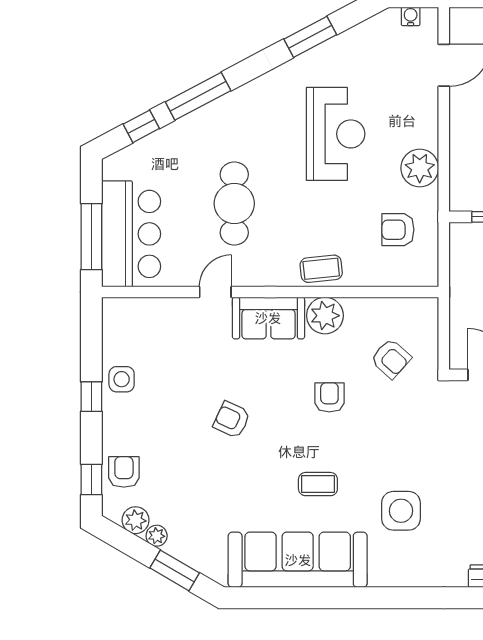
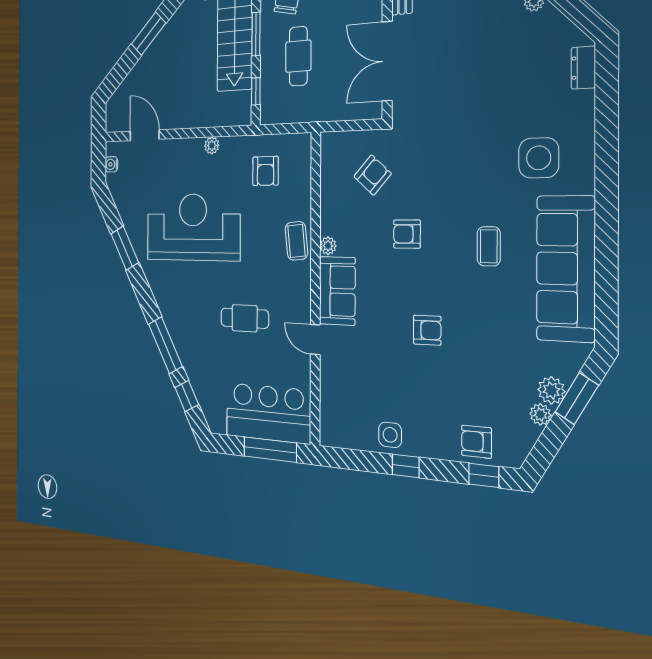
reception desk: (336, 134) -> (193, 227), width x1.36, depth x1.30
plant: (420, 168) -> (212, 145), width x0.53, depth x0.53
cafe table: (234, 203) -> (245, 318), width x0.73, depth x0.74
plant: (325, 316) -> (328, 246), width x0.53, depth x0.53
armchair: (232, 420) -> (427, 330), turned -115
side table: (401, 511) -> (539, 158), moved
plant: (136, 520) -> (551, 390), moved

